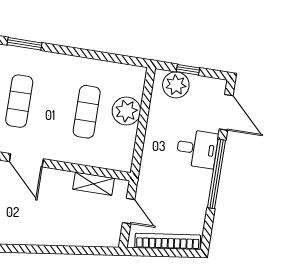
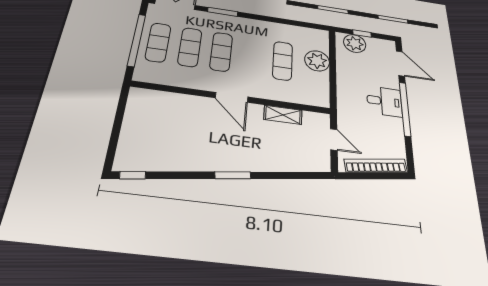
desk: (197, 149) -> (384, 101), moved
shelving: (94, 184) -> (283, 115), moved
window: (21, 249) -> (233, 175), added

